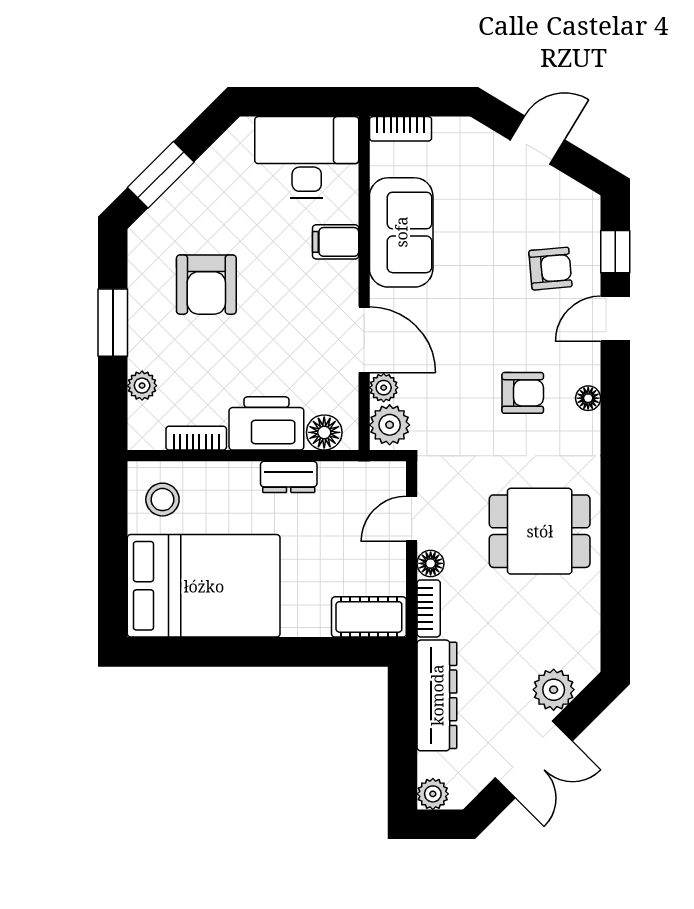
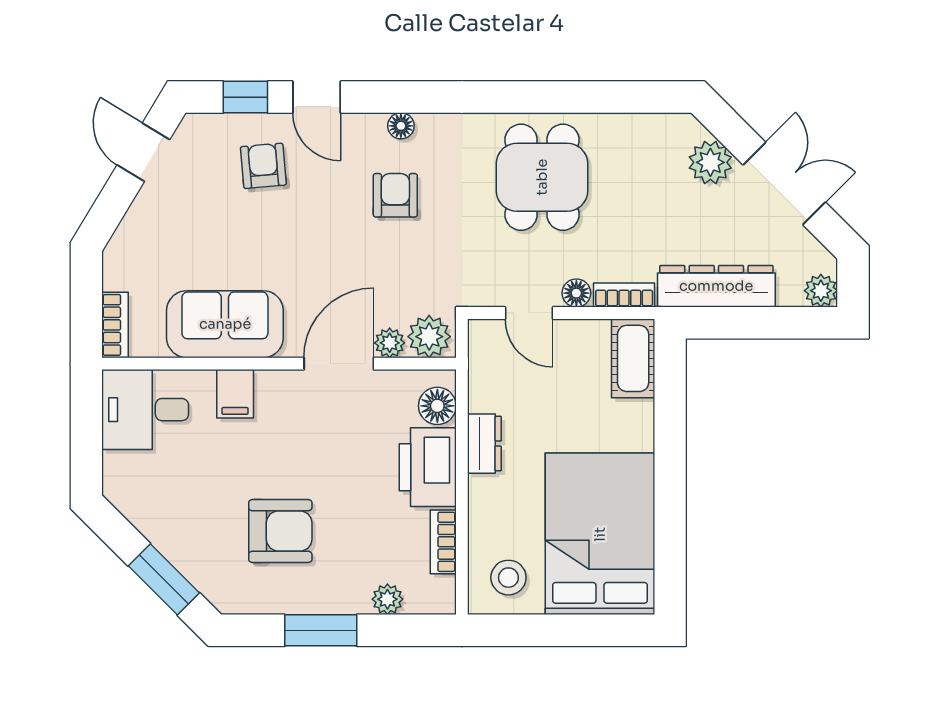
door: (537, 140) -> (143, 152), moved
desk: (307, 157) -> (145, 410), width x0.73

